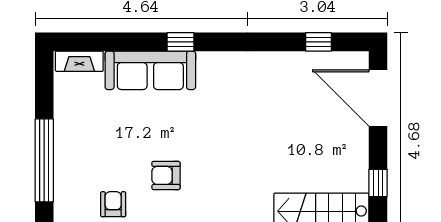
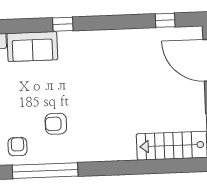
sofa: (150, 70) -> (32, 47), width x0.73

